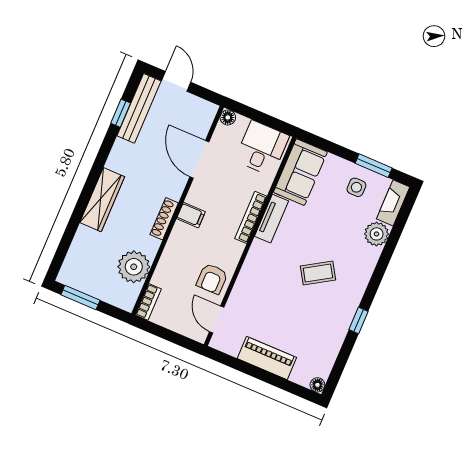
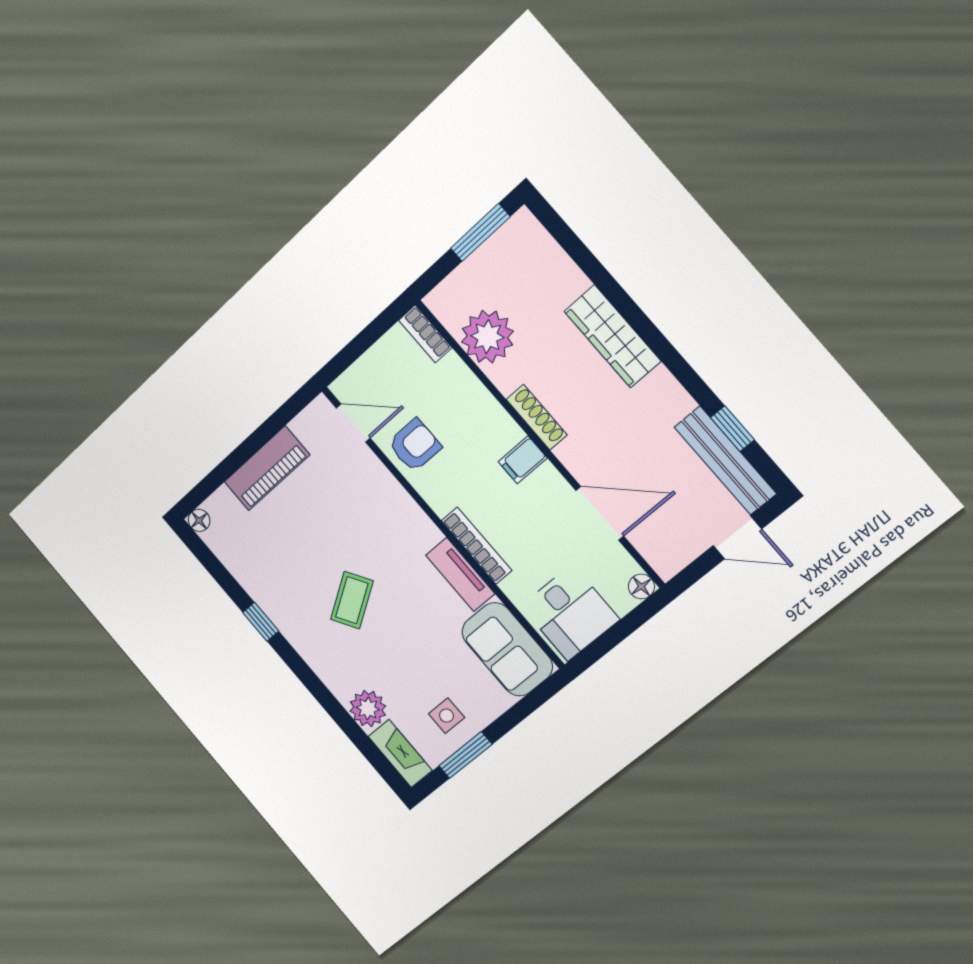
armchair: (212, 279) -> (415, 445), turned 90

